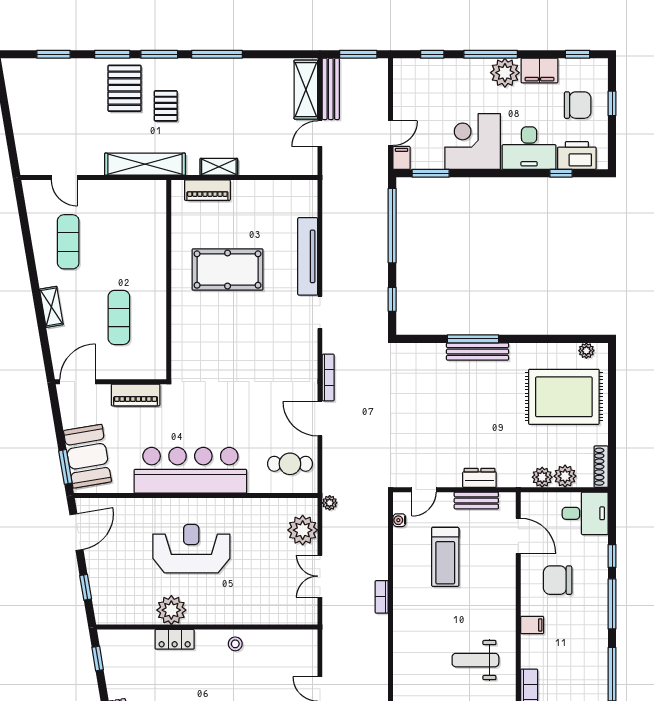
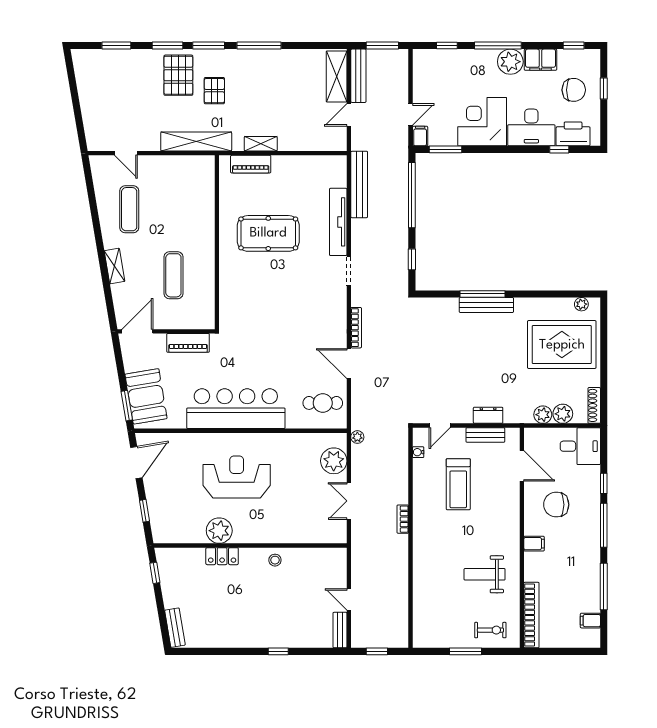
bench: (332, 213) -> (359, 184), added

